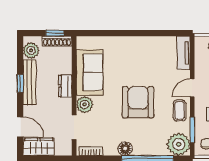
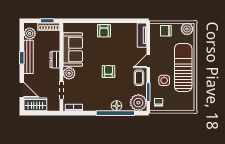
armchair: (132, 47) -> (104, 31), added
armchair: (138, 102) -> (108, 72), width x0.53, depth x0.53
floor lamp: (125, 149) -> (117, 106), moved

